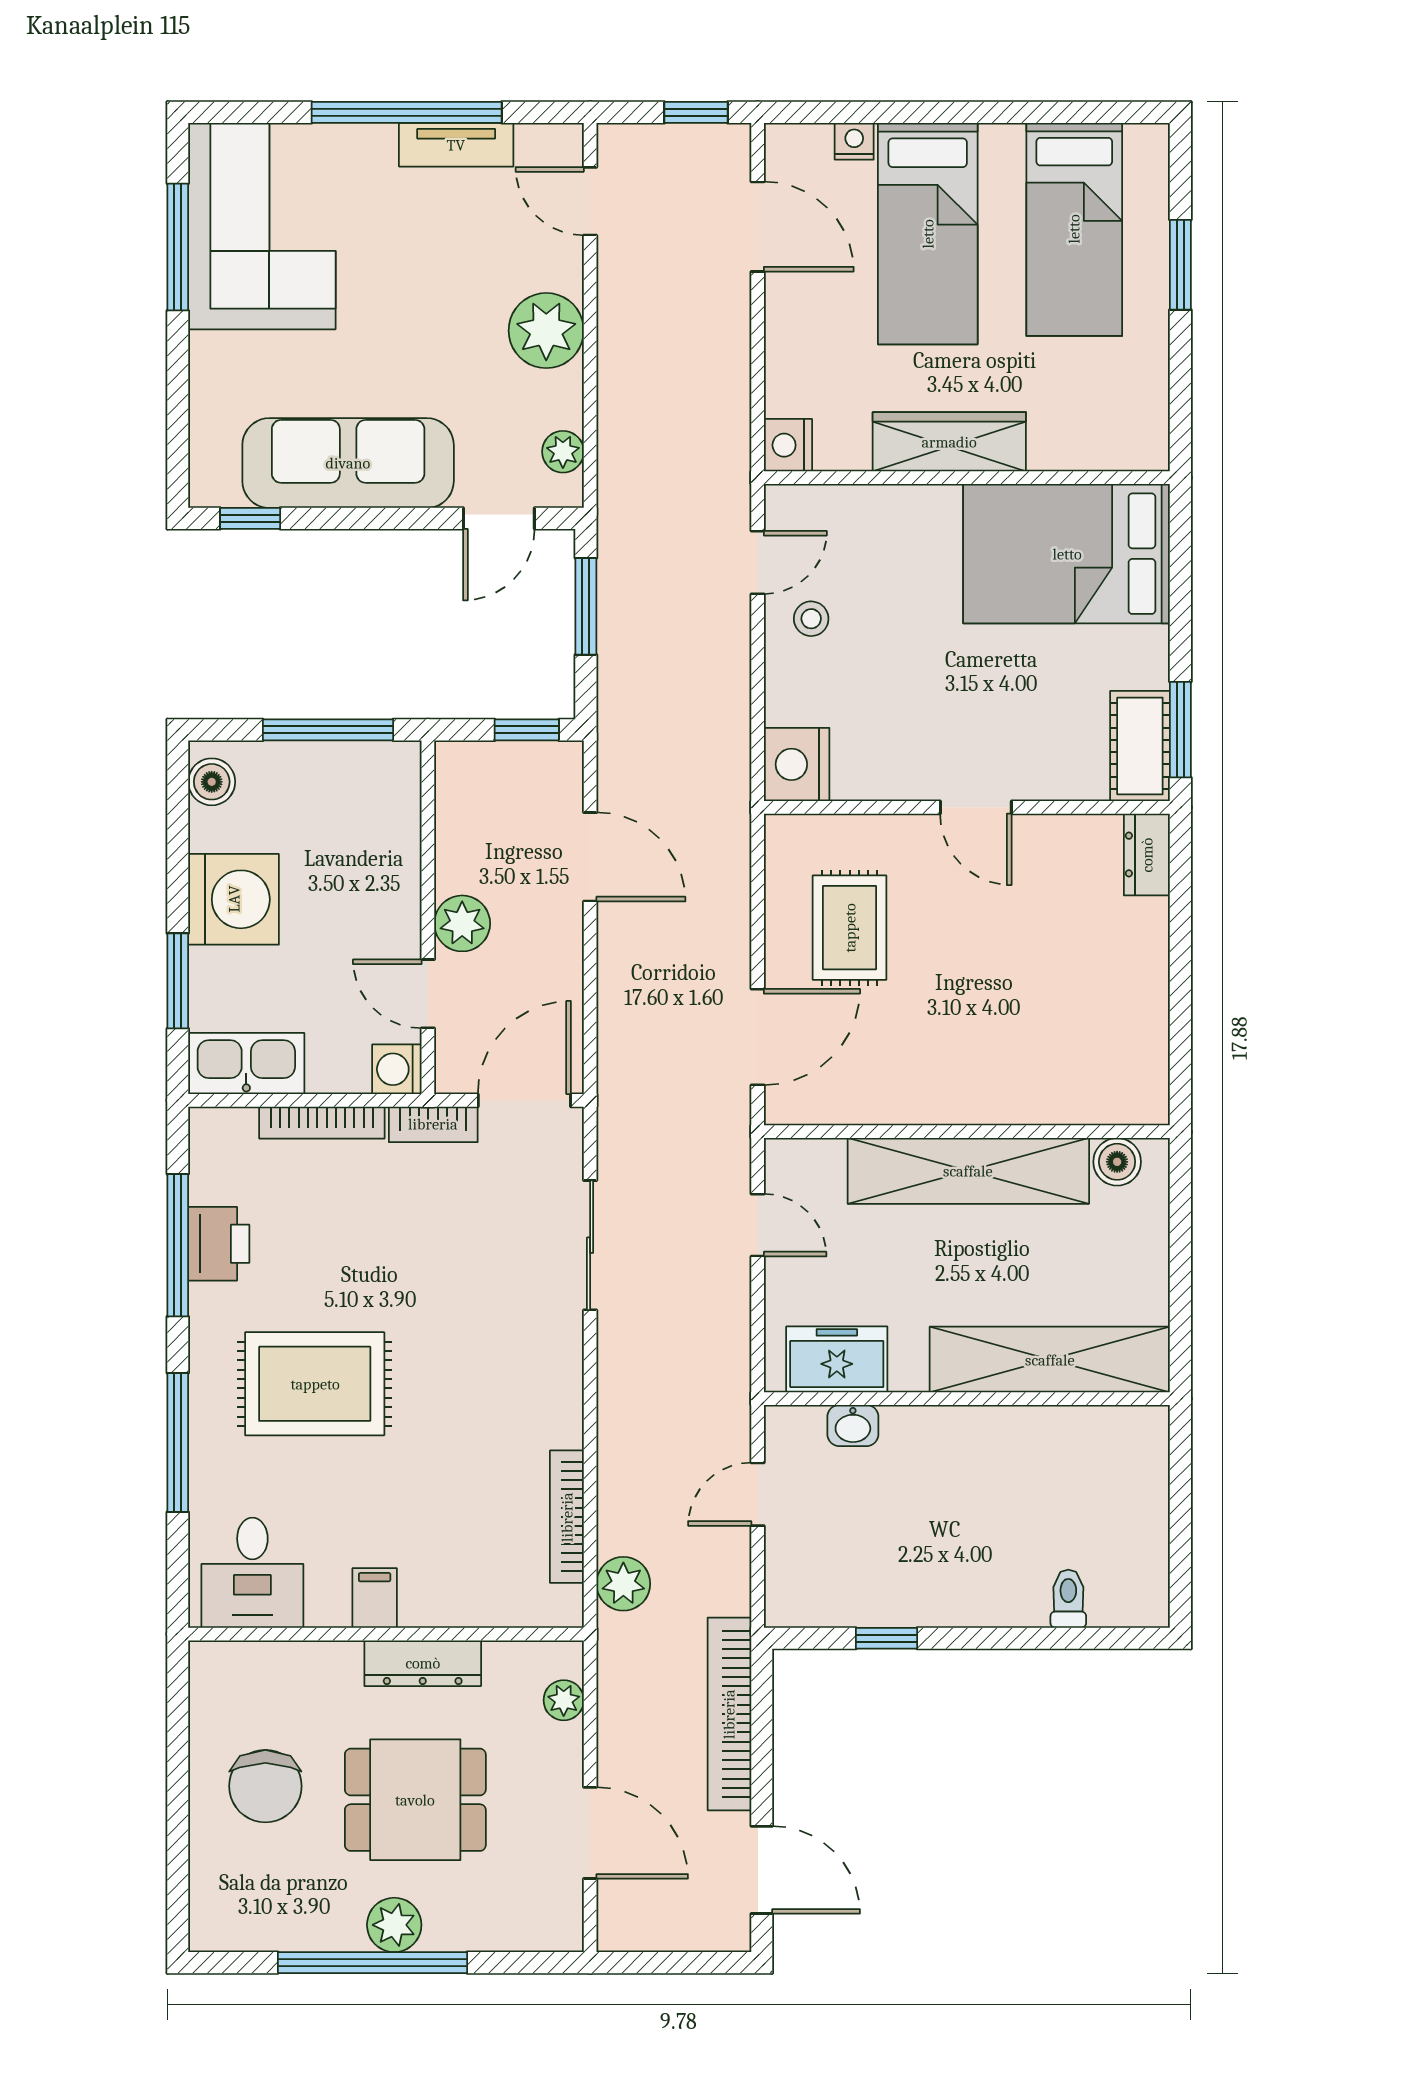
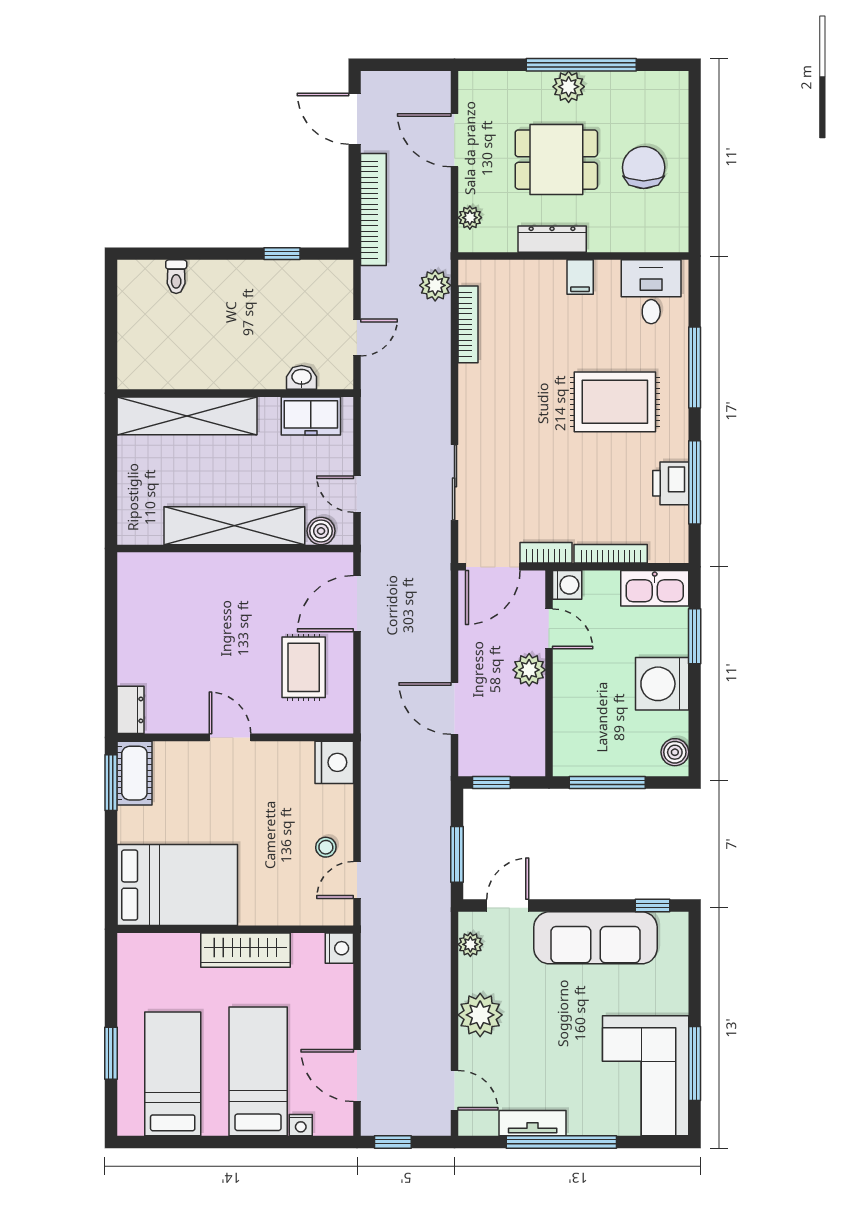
boiler: (1117, 1162) -> (321, 531), moved

